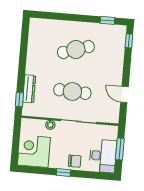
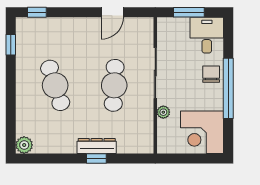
plant: (35, 24) -> (24, 145), added
dresser: (29, 89) -> (97, 146), moved
window: (19, 100) -> (96, 158), moved
desk: (103, 156) -> (207, 35), width x0.73
window: (63, 172) -> (228, 88), width x3.17

